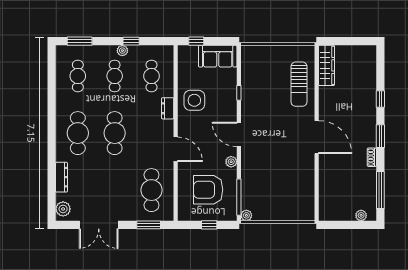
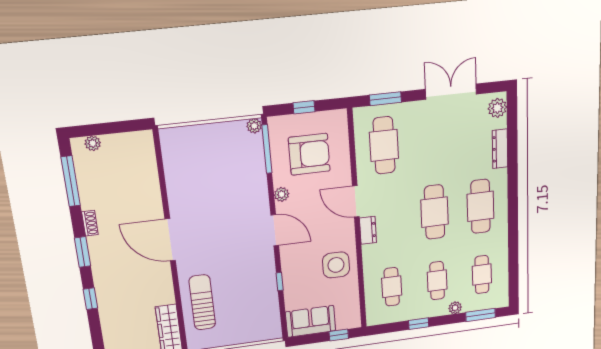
plant: (122, 51) -> (455, 308), moved
dresser: (168, 108) -> (368, 230), moved

